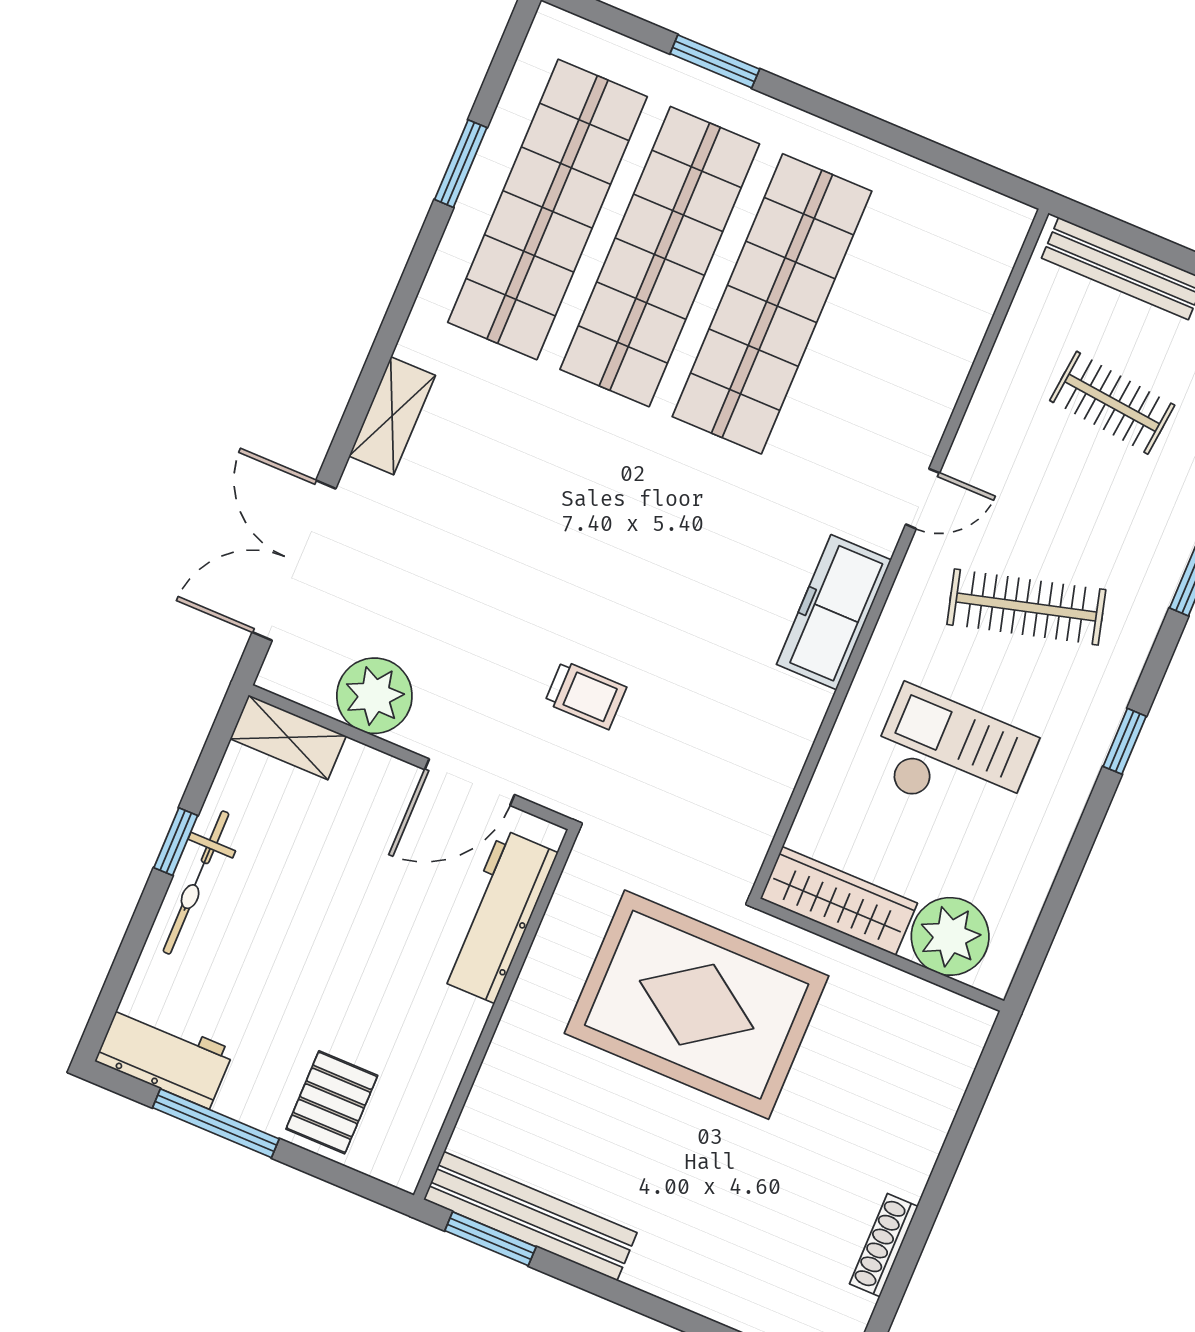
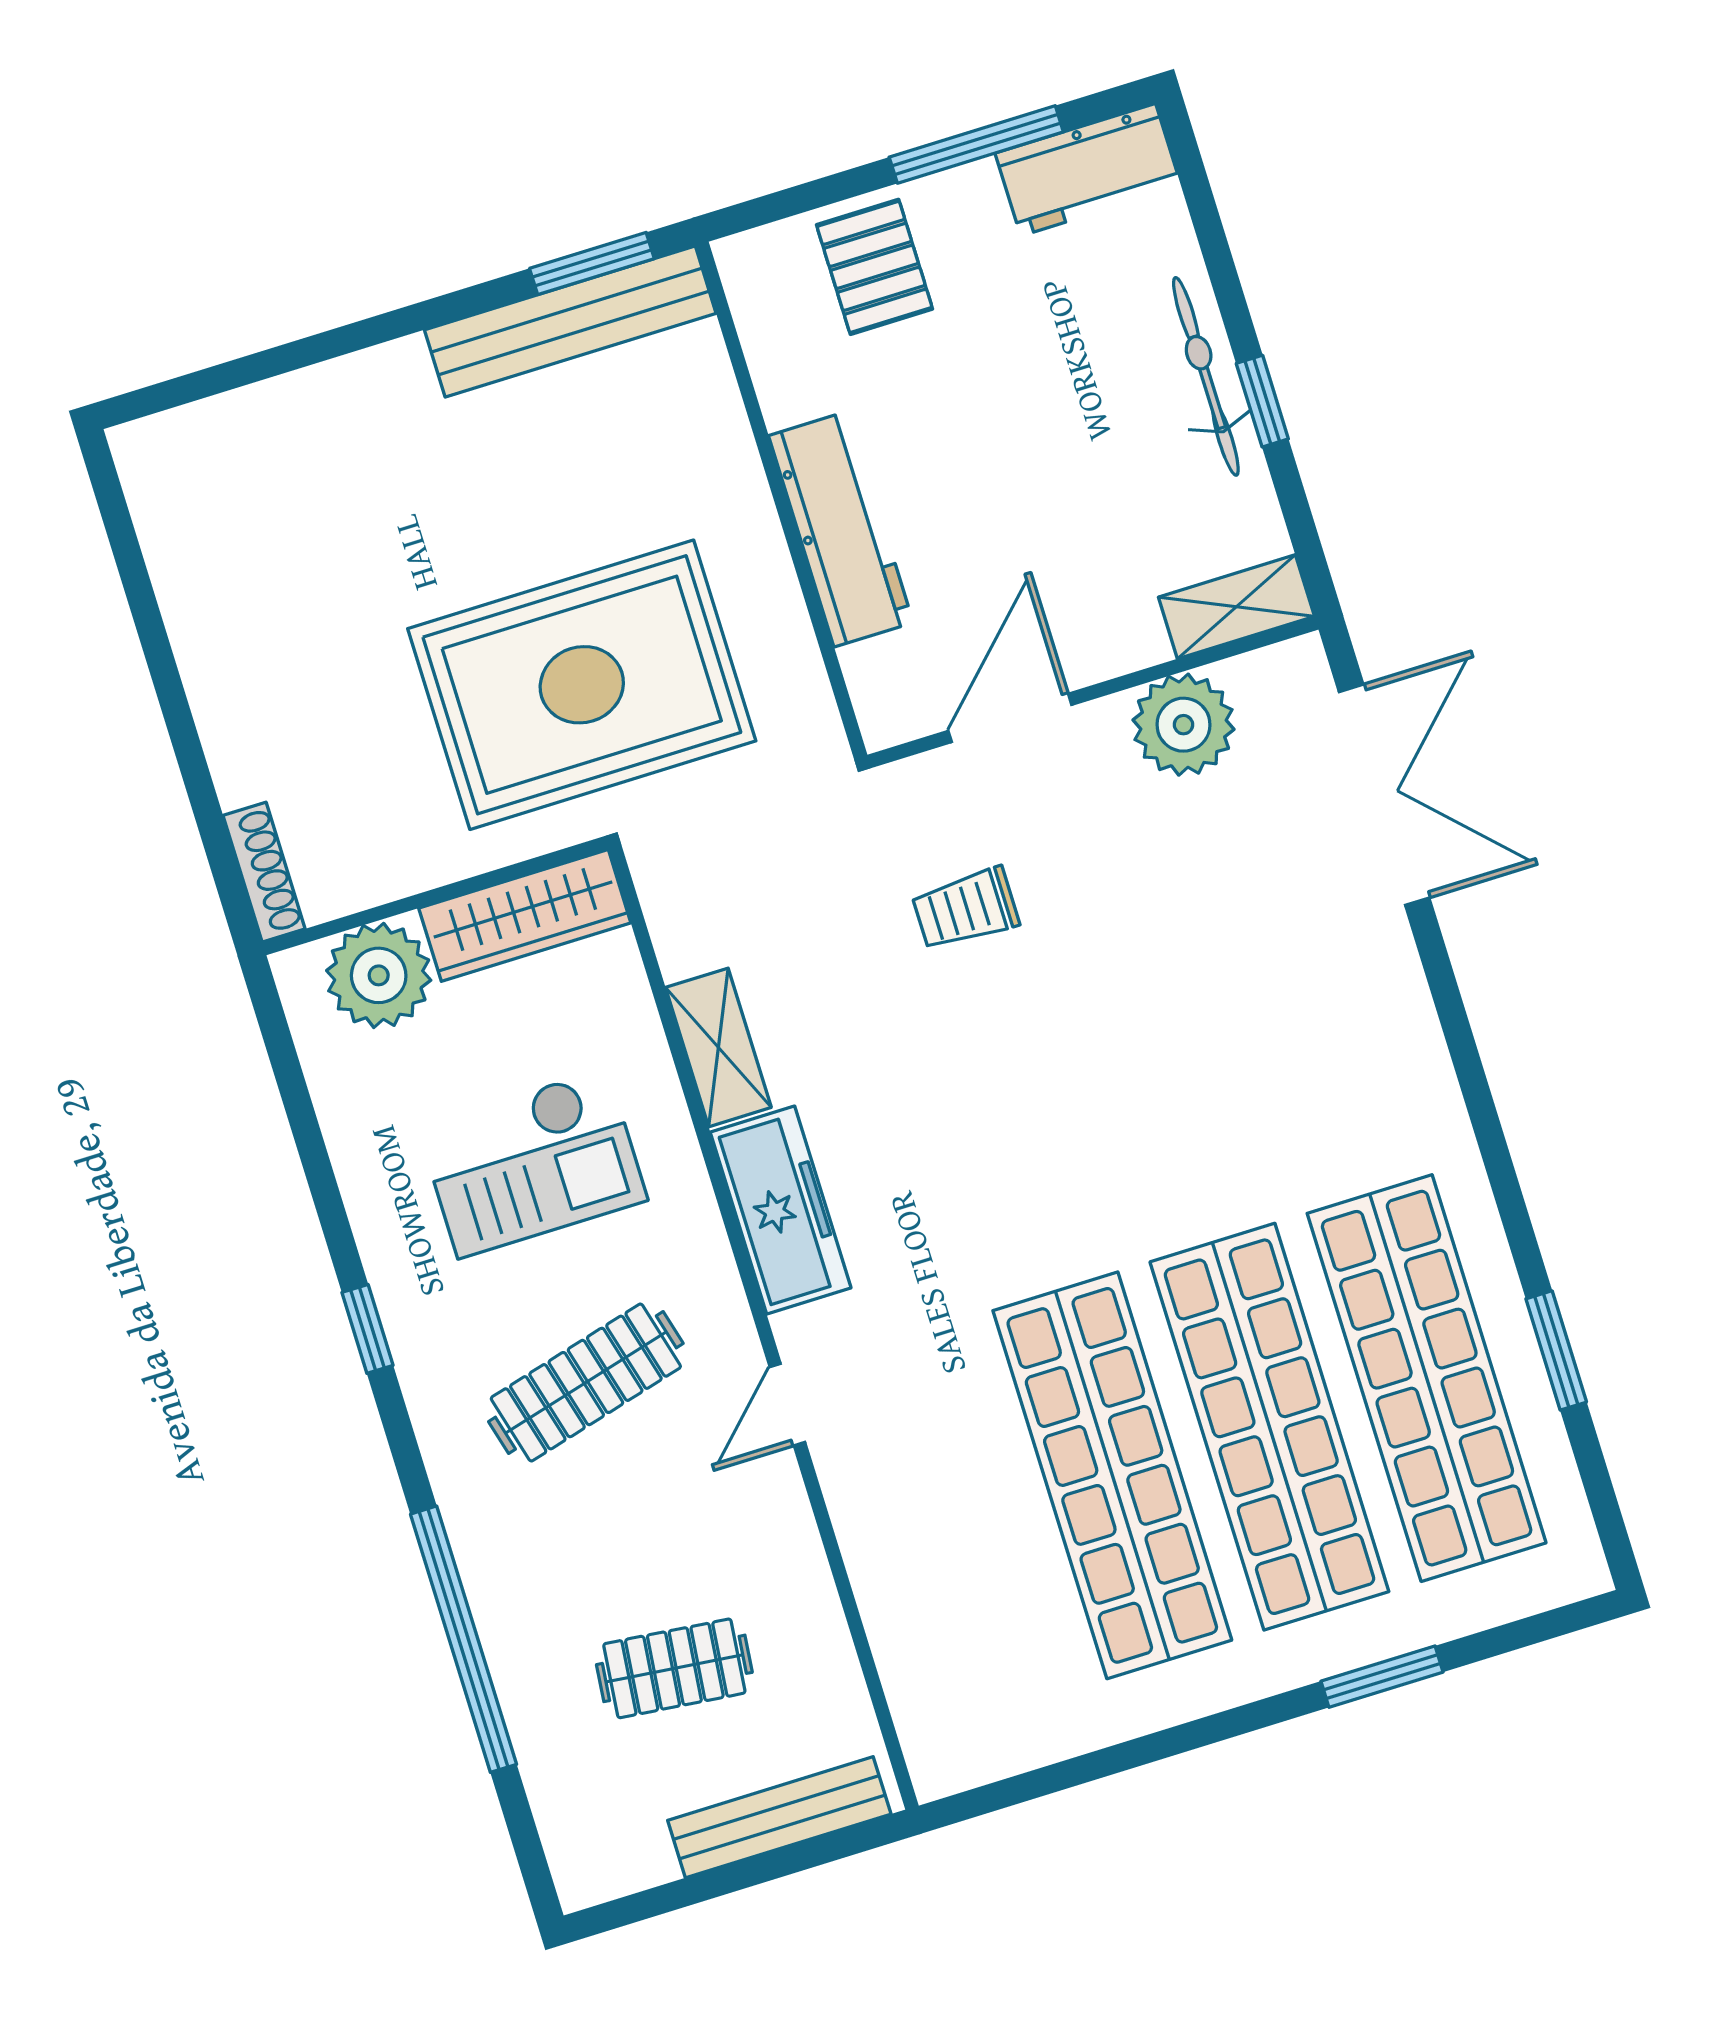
shelving: (392, 416) -> (718, 1047), moved
workbench: (498, 916) -> (841, 529), moved
shoe rack: (884, 1245) -> (264, 872), moved

